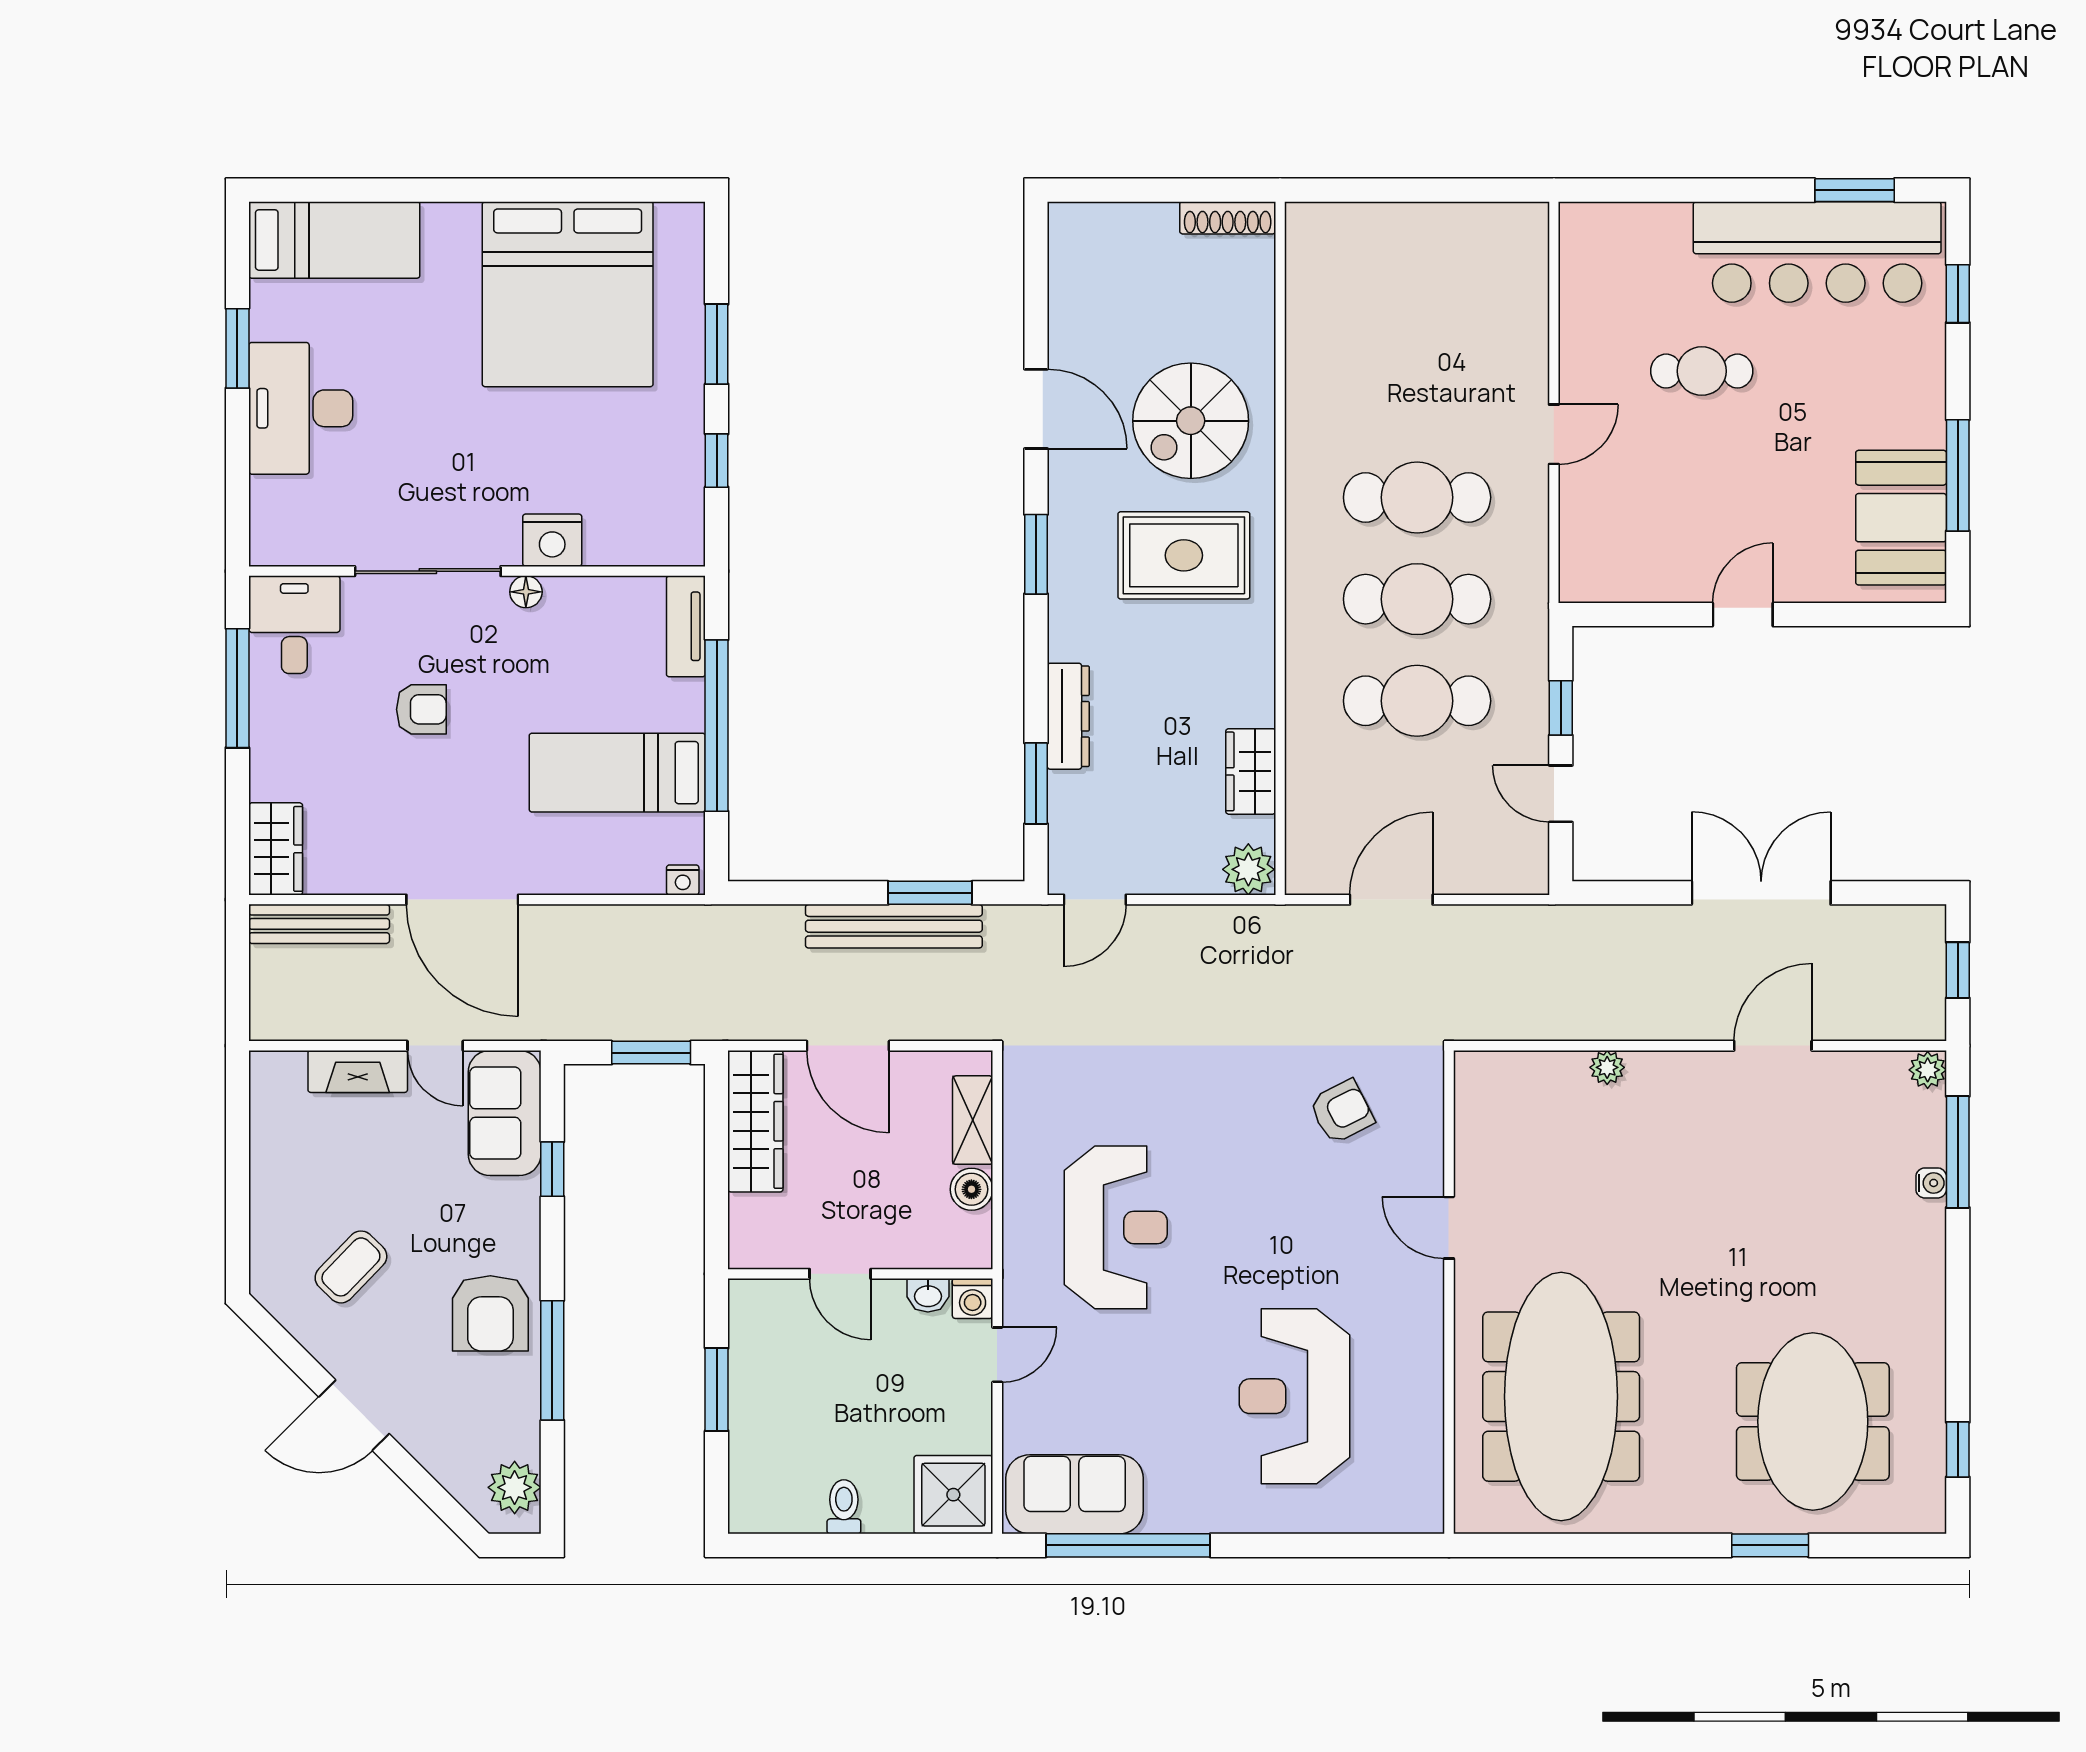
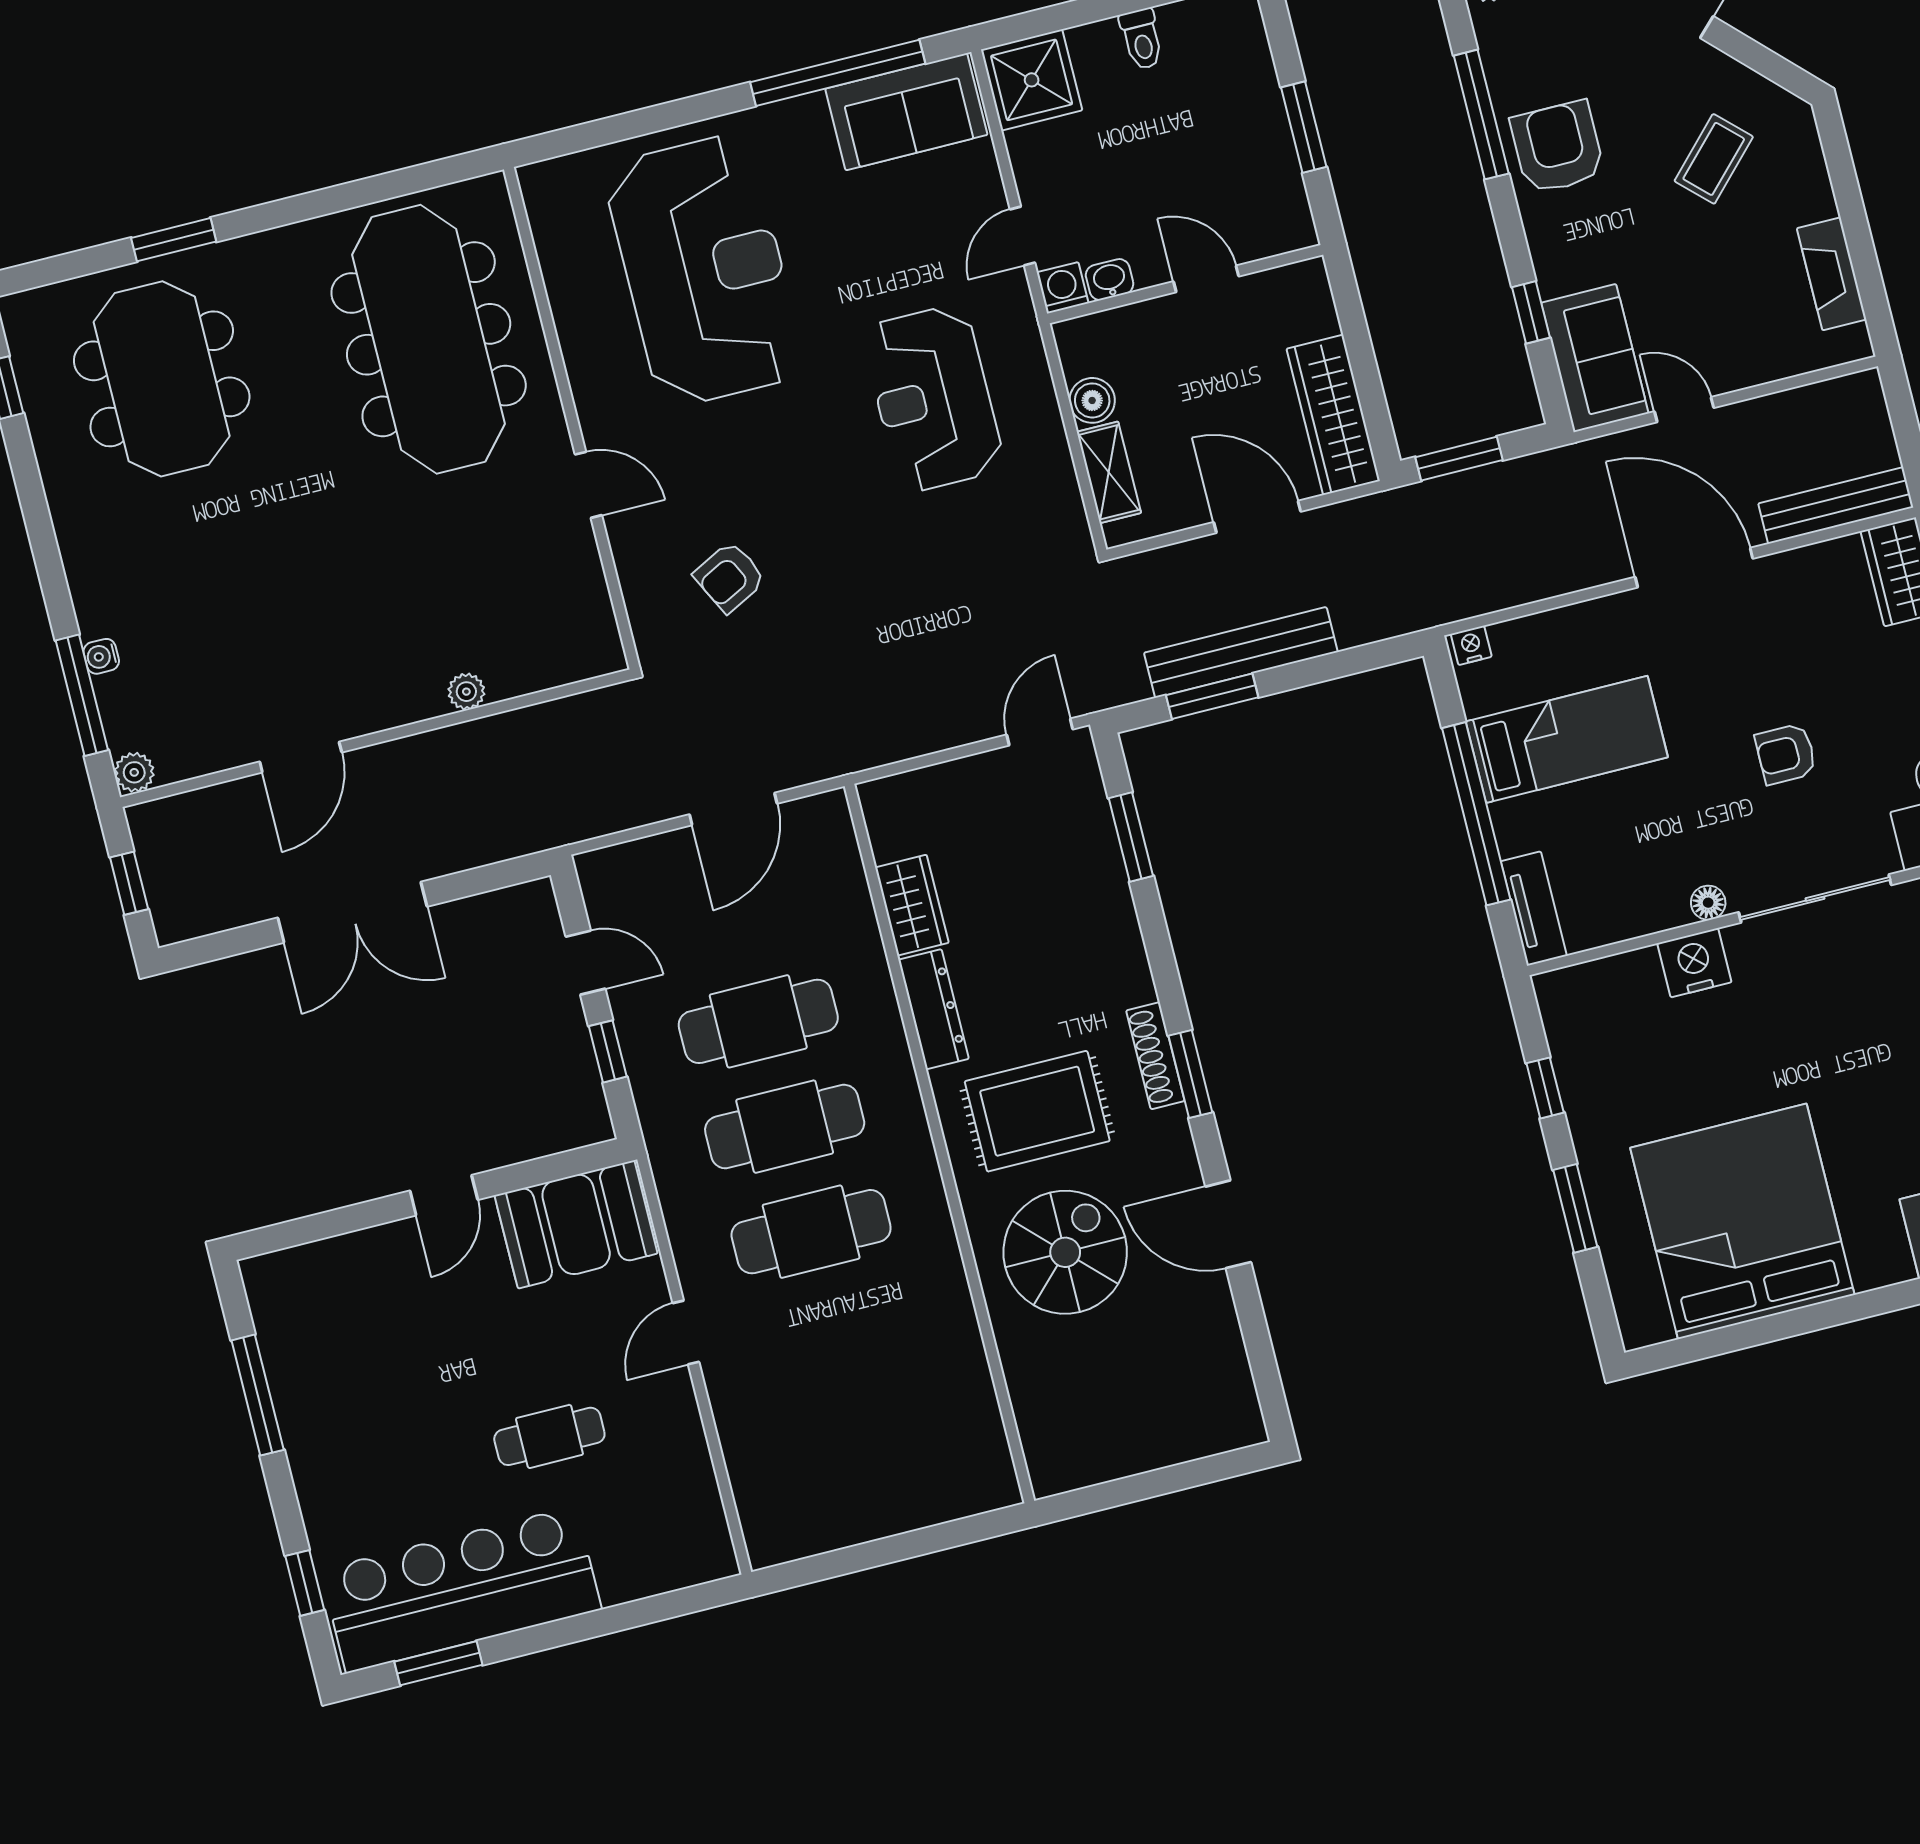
shoe rack: (1228, 218) -> (1155, 1056), moved, turned -90
booth: (1901, 518) -> (576, 1224), moved, turned 90
dresser: (1068, 716) -> (934, 1009), moved, turned 180
plant: (1248, 869) -> (889, 803), removed
fireplace: (358, 1071) -> (1832, 274), moved, turned -90
reception desk: (1294, 1396) -> (704, 270), width x1.36, depth x1.30

